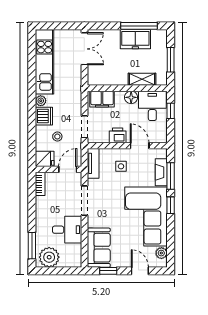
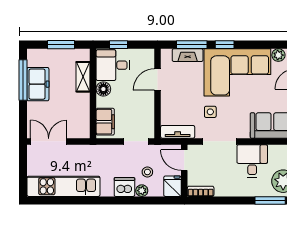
plant: (41, 101) -> (142, 191), moved
printer: (118, 135) -> (146, 104), removed
side table: (121, 166) -> (210, 112), moved

